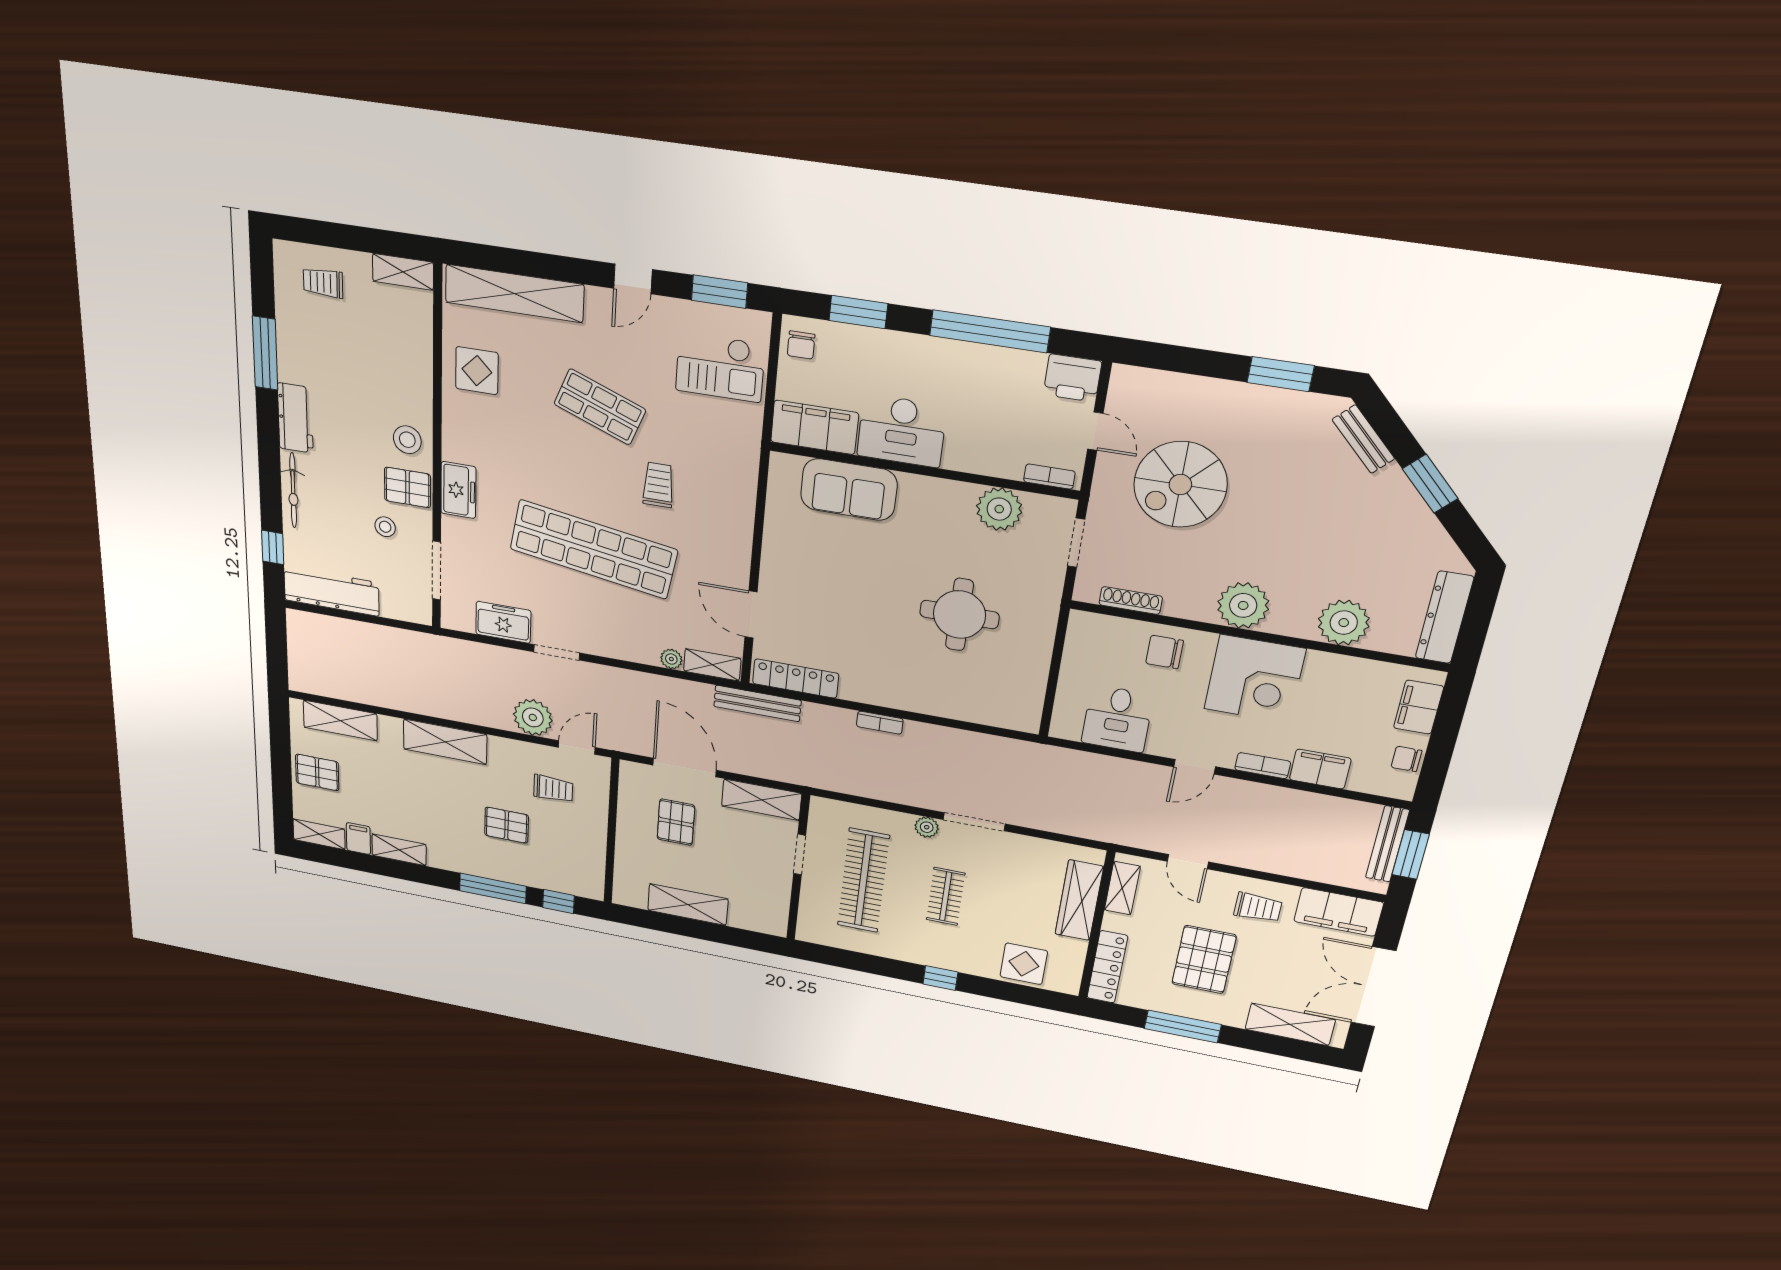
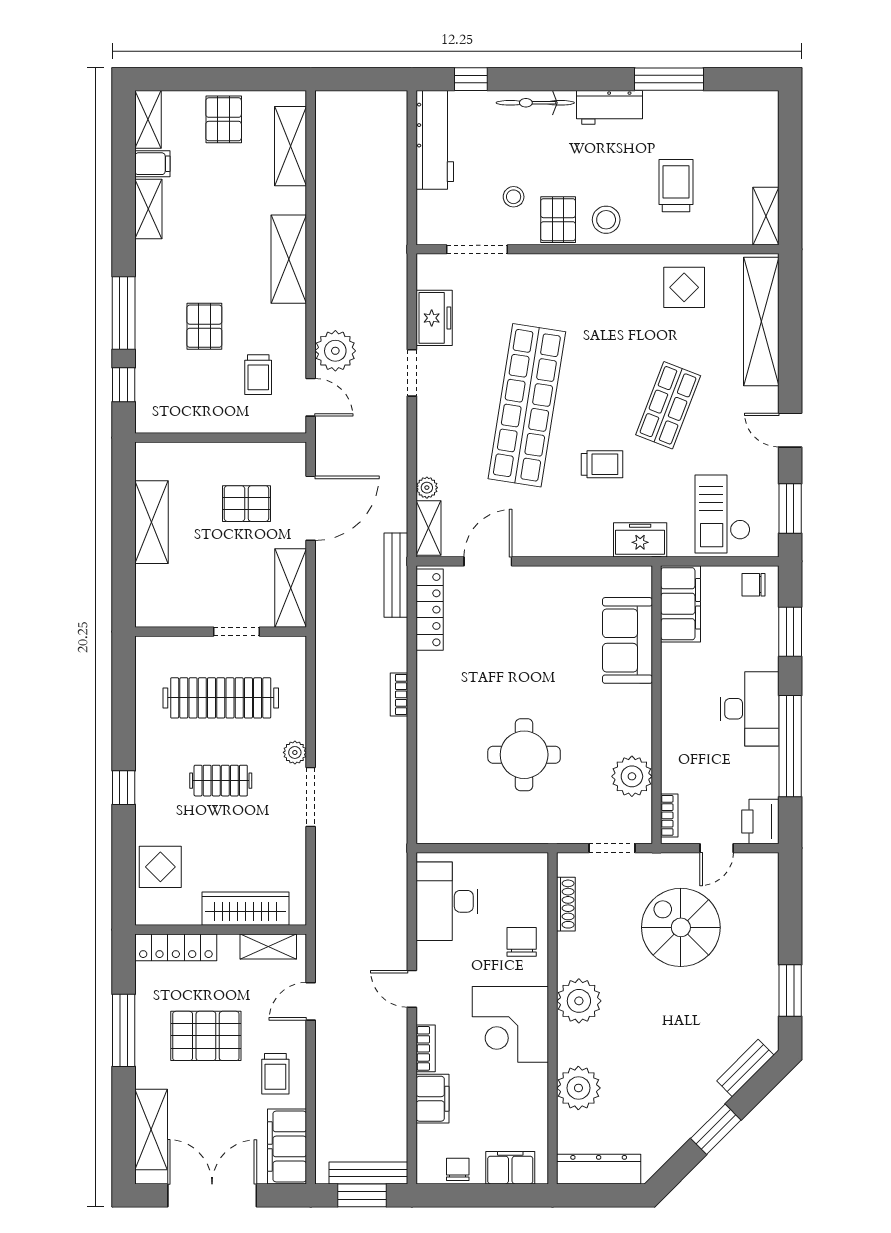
trolley: (323, 283) -> (676, 186), moved, width x1.36, depth x1.39
desk: (902, 431) -> (750, 709), moved, turned 180
freezer: (458, 490) -> (640, 540), moved, turned 180
desk: (1117, 719) -> (447, 901), width x1.37

